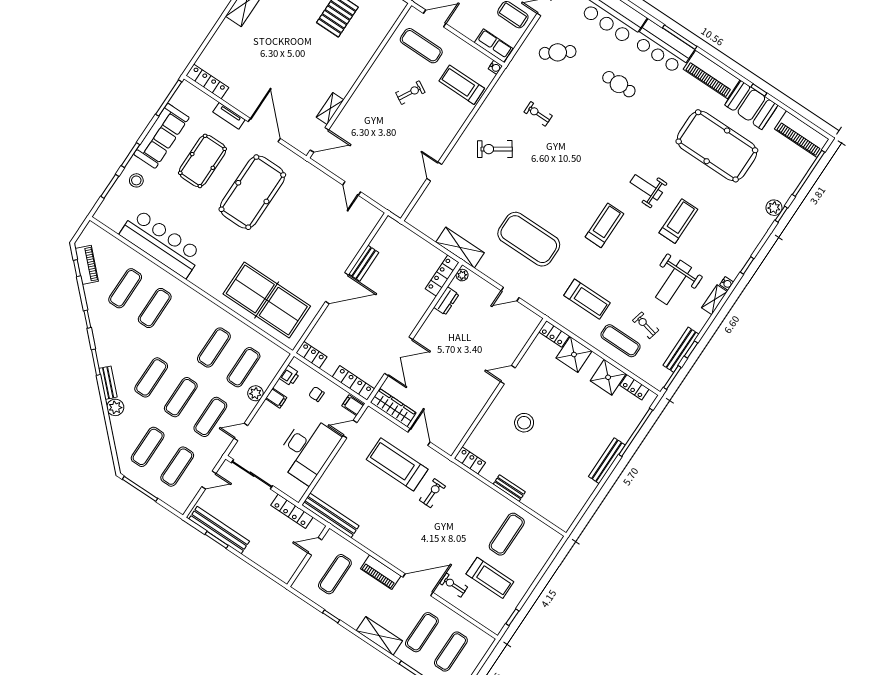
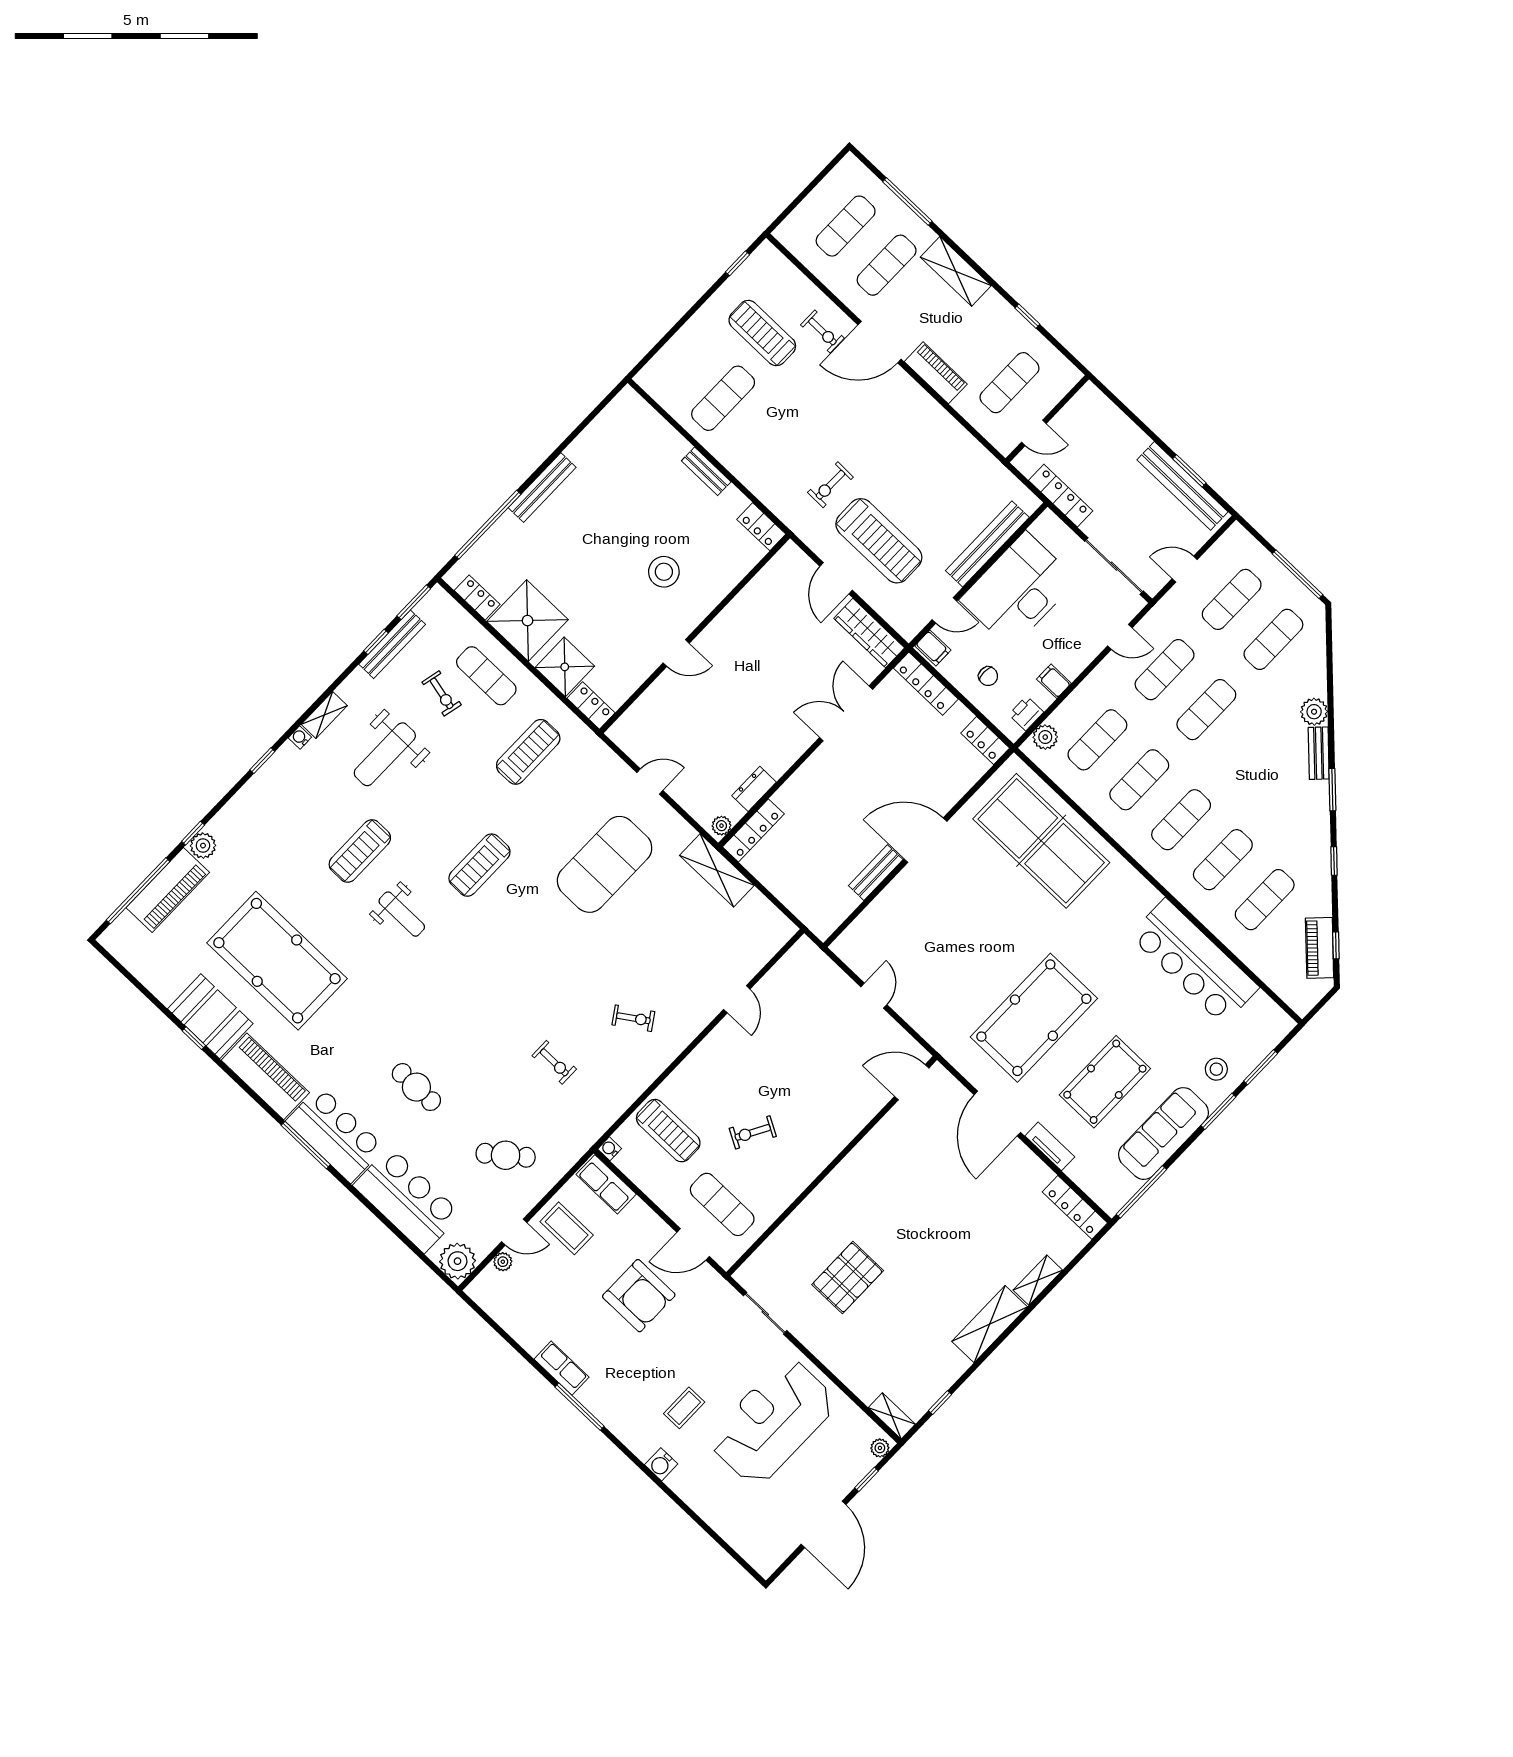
shelving: (330, 109) -> (1038, 1280), moved
piano: (802, 134) -> (168, 890), moved, turned 90
exercise bike: (495, 149) -> (633, 1018), width x0.73, depth x0.72
exercise mat: (529, 239) -> (605, 864), turned 90
weight bench: (674, 282) -> (385, 754), turned 180
treadmill: (587, 299) -> (528, 752), turned 90
exercise mat: (151, 377) -> (1181, 820), moved
shower: (608, 377) -> (528, 621), width x1.37, depth x1.37
plant: (255, 393) -> (1045, 737), moved
bench: (330, 515) -> (987, 544), moved, turned 90

